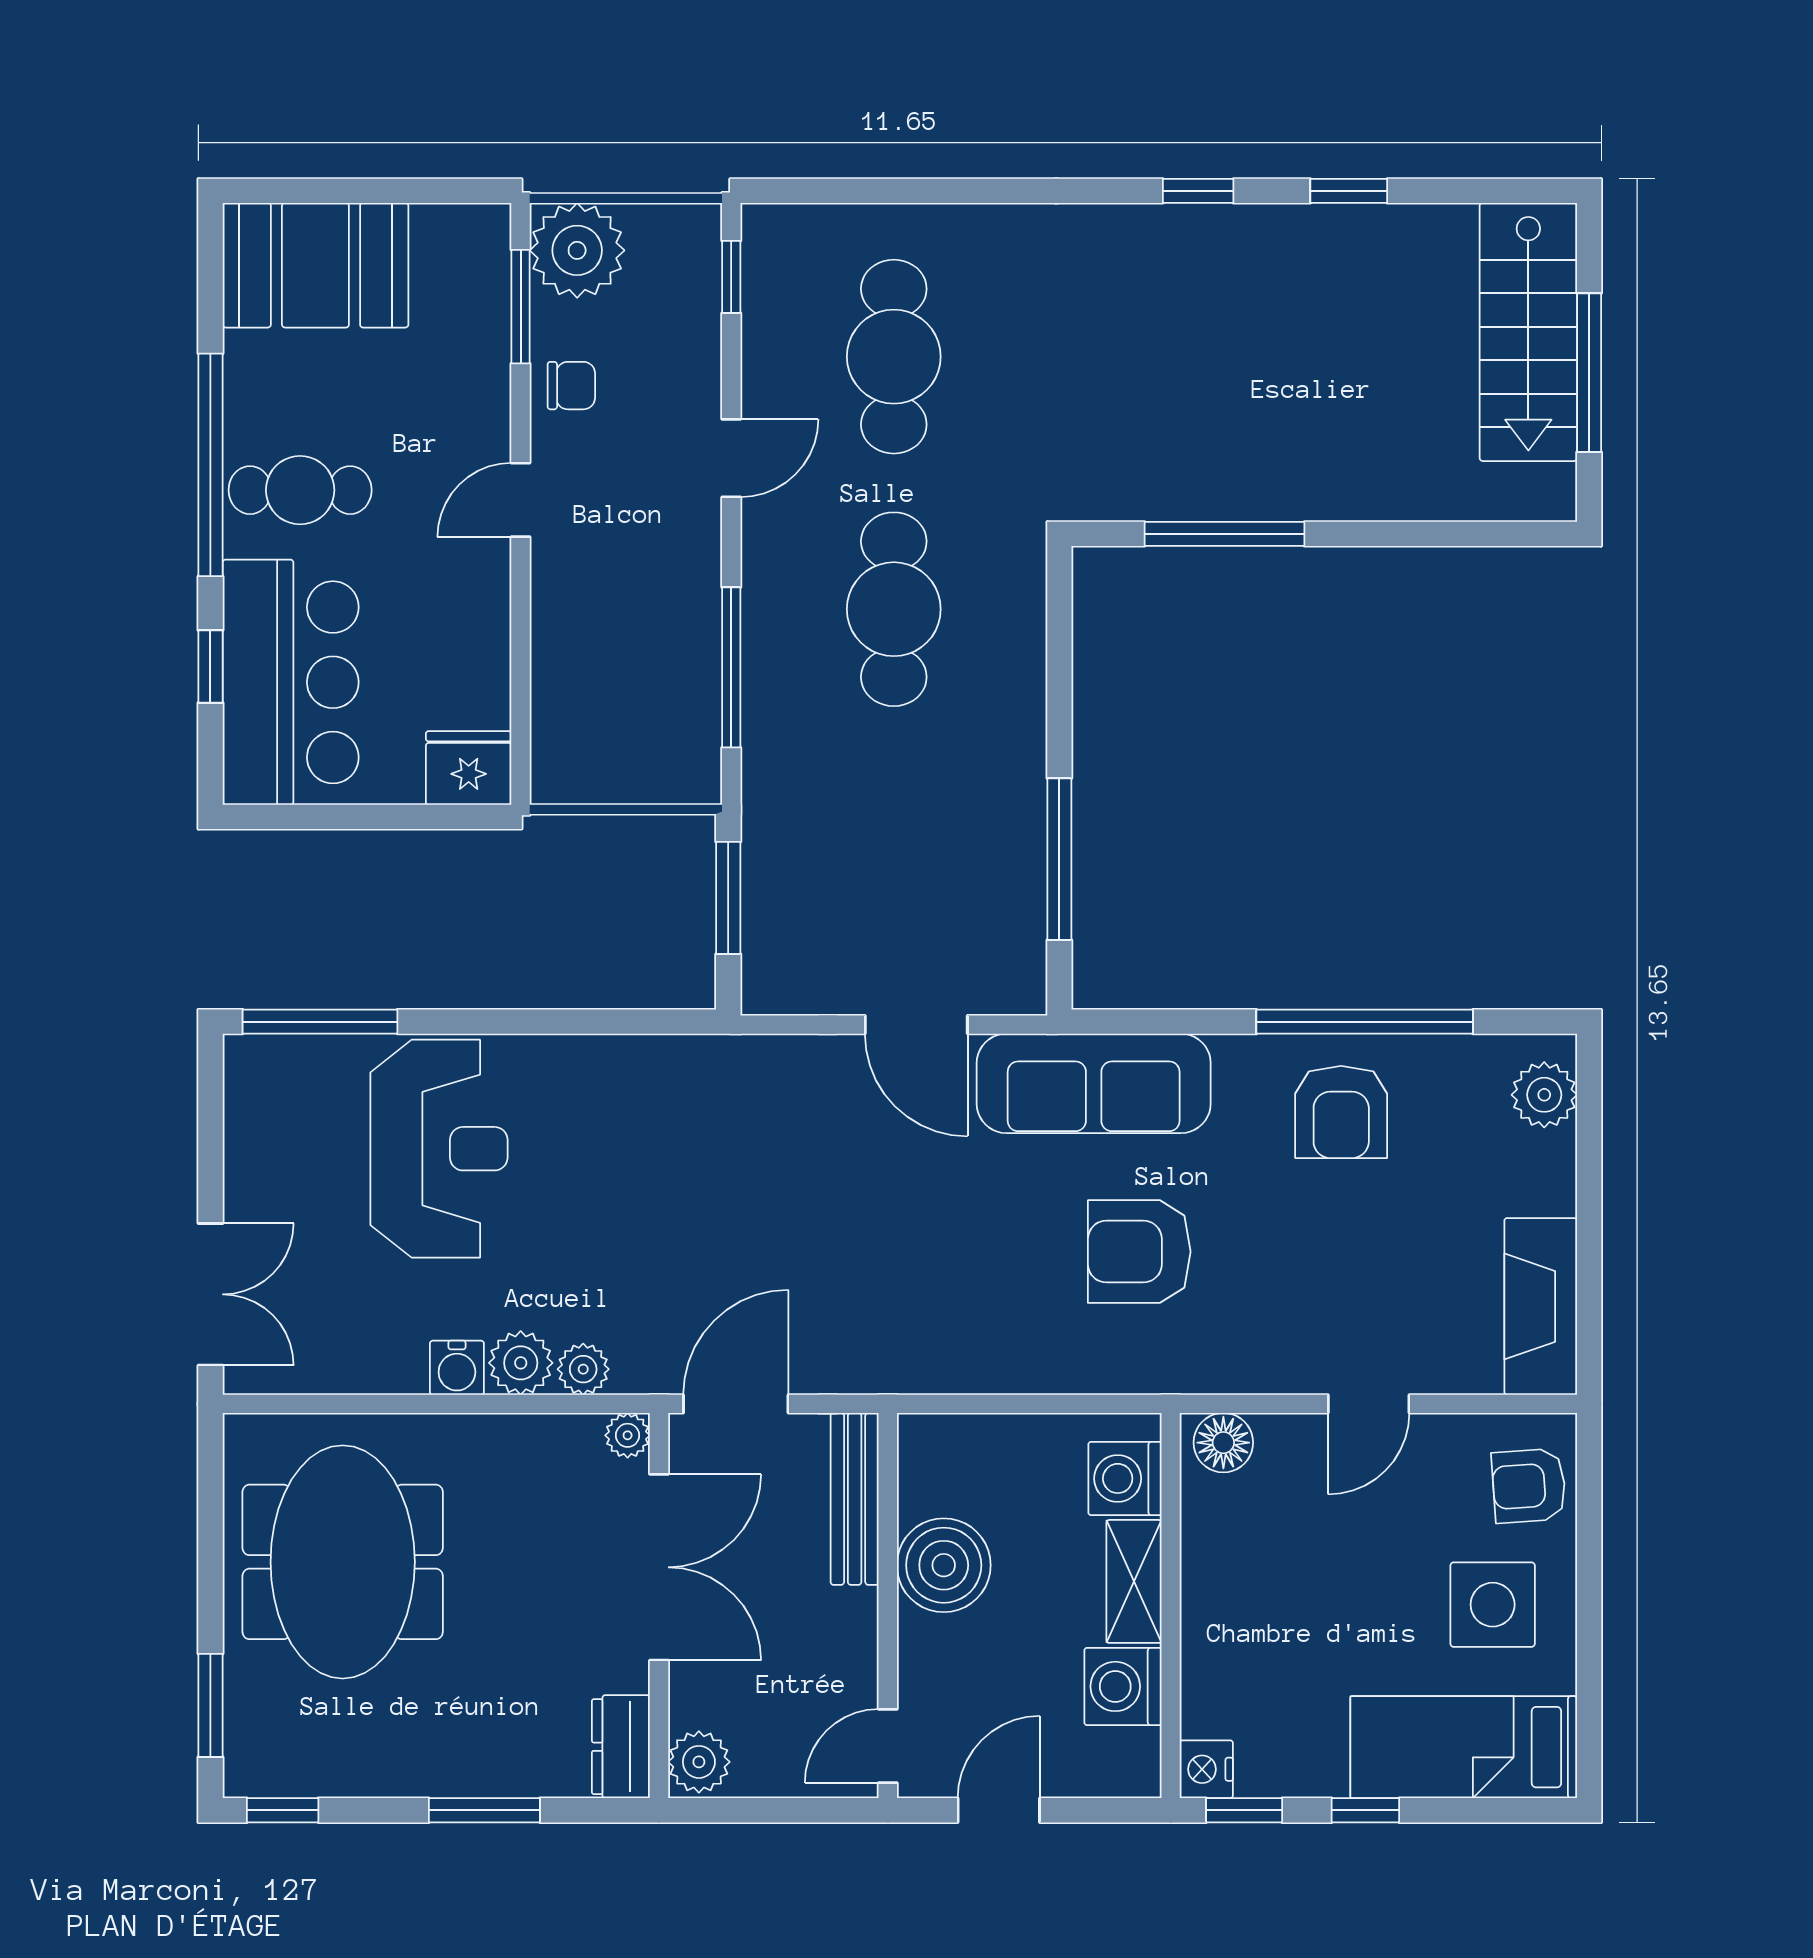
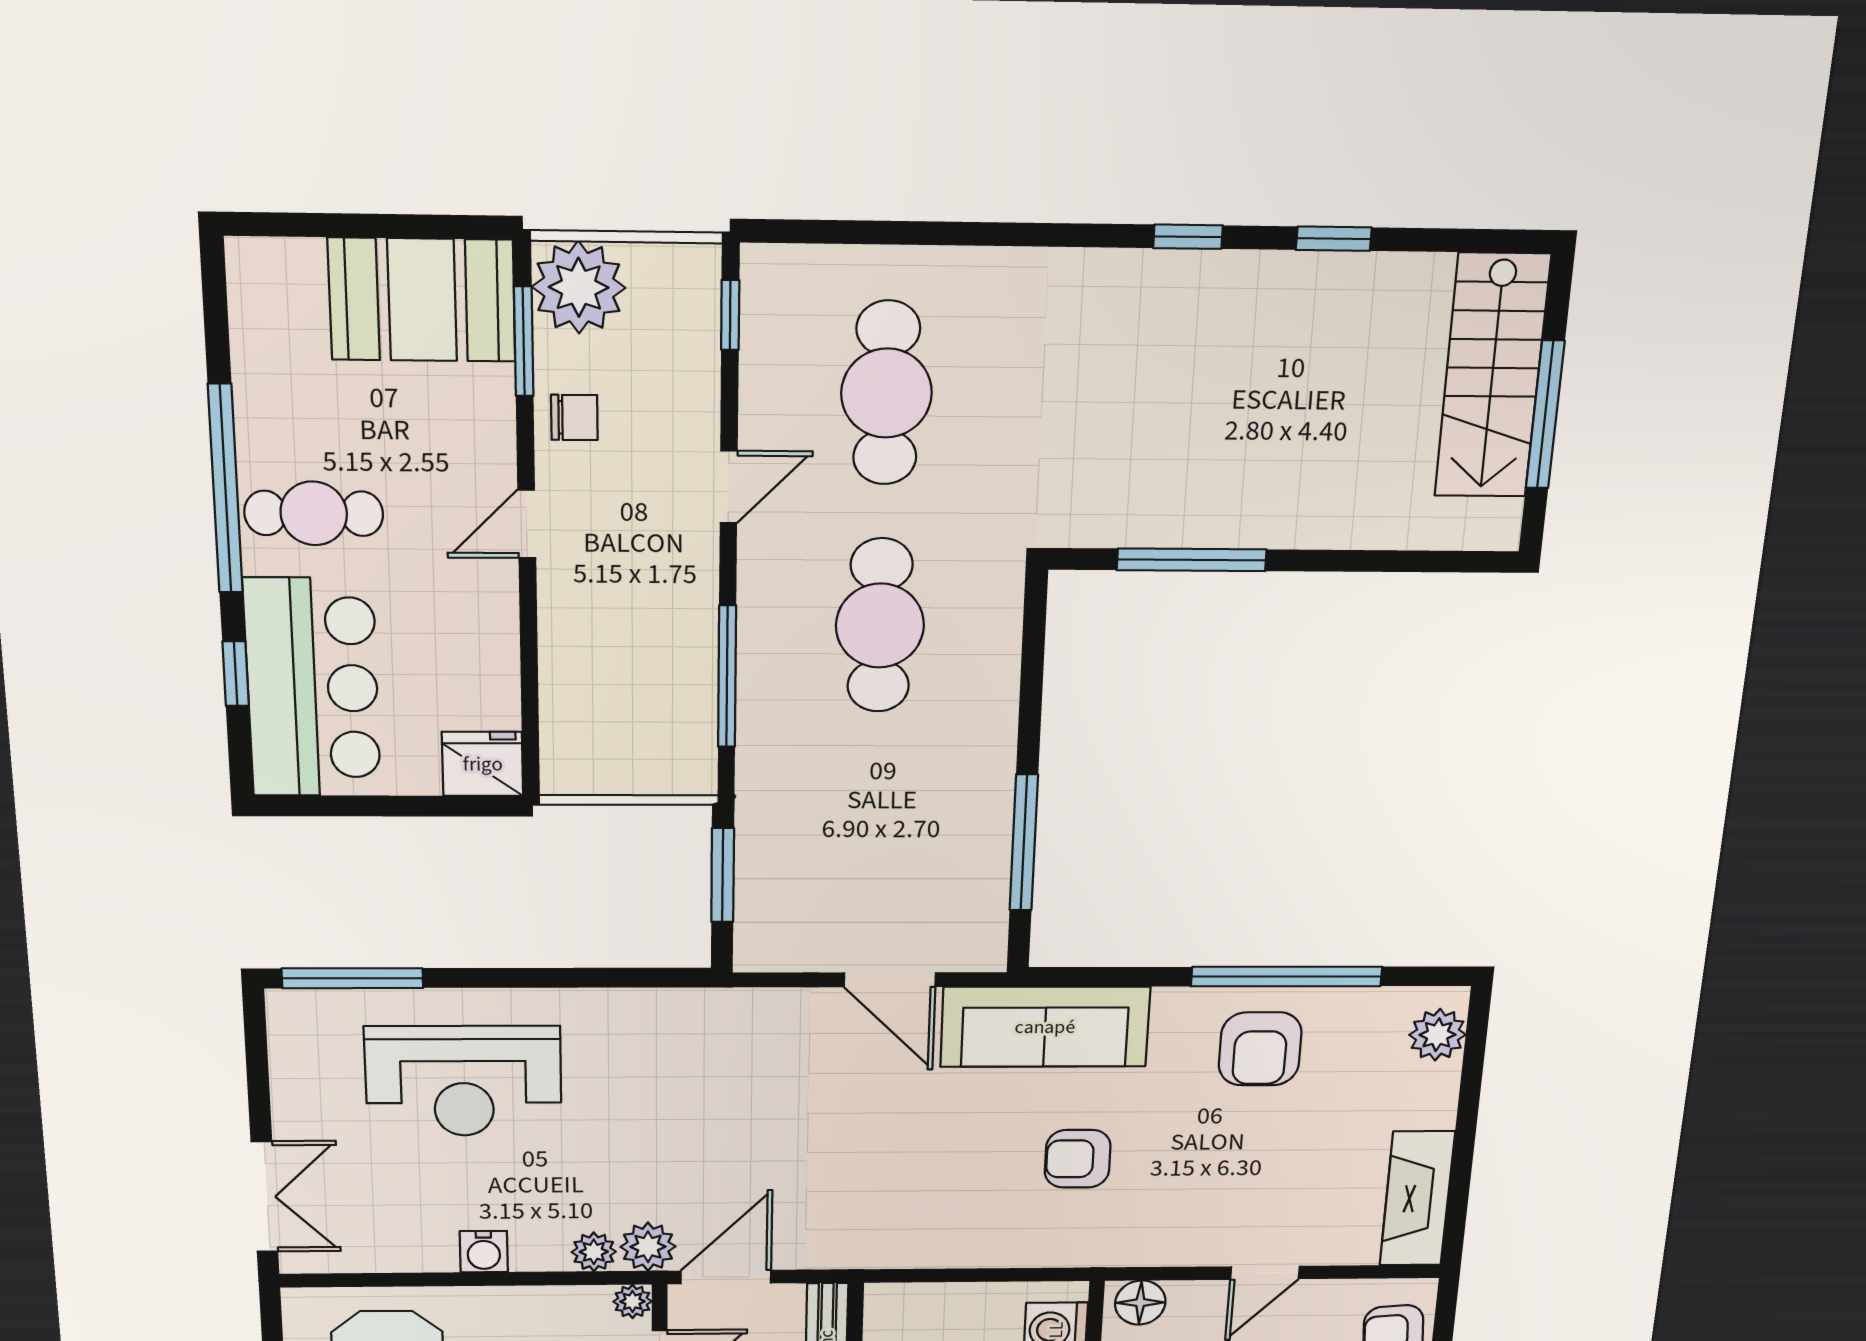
booth: (315, 265) -> (422, 300), moved
reception desk: (439, 1149) -> (463, 1081), turned 90
armchair: (1139, 1252) -> (1078, 1159), width x0.72, depth x0.72
plant: (521, 1363) -> (648, 1247), moved

